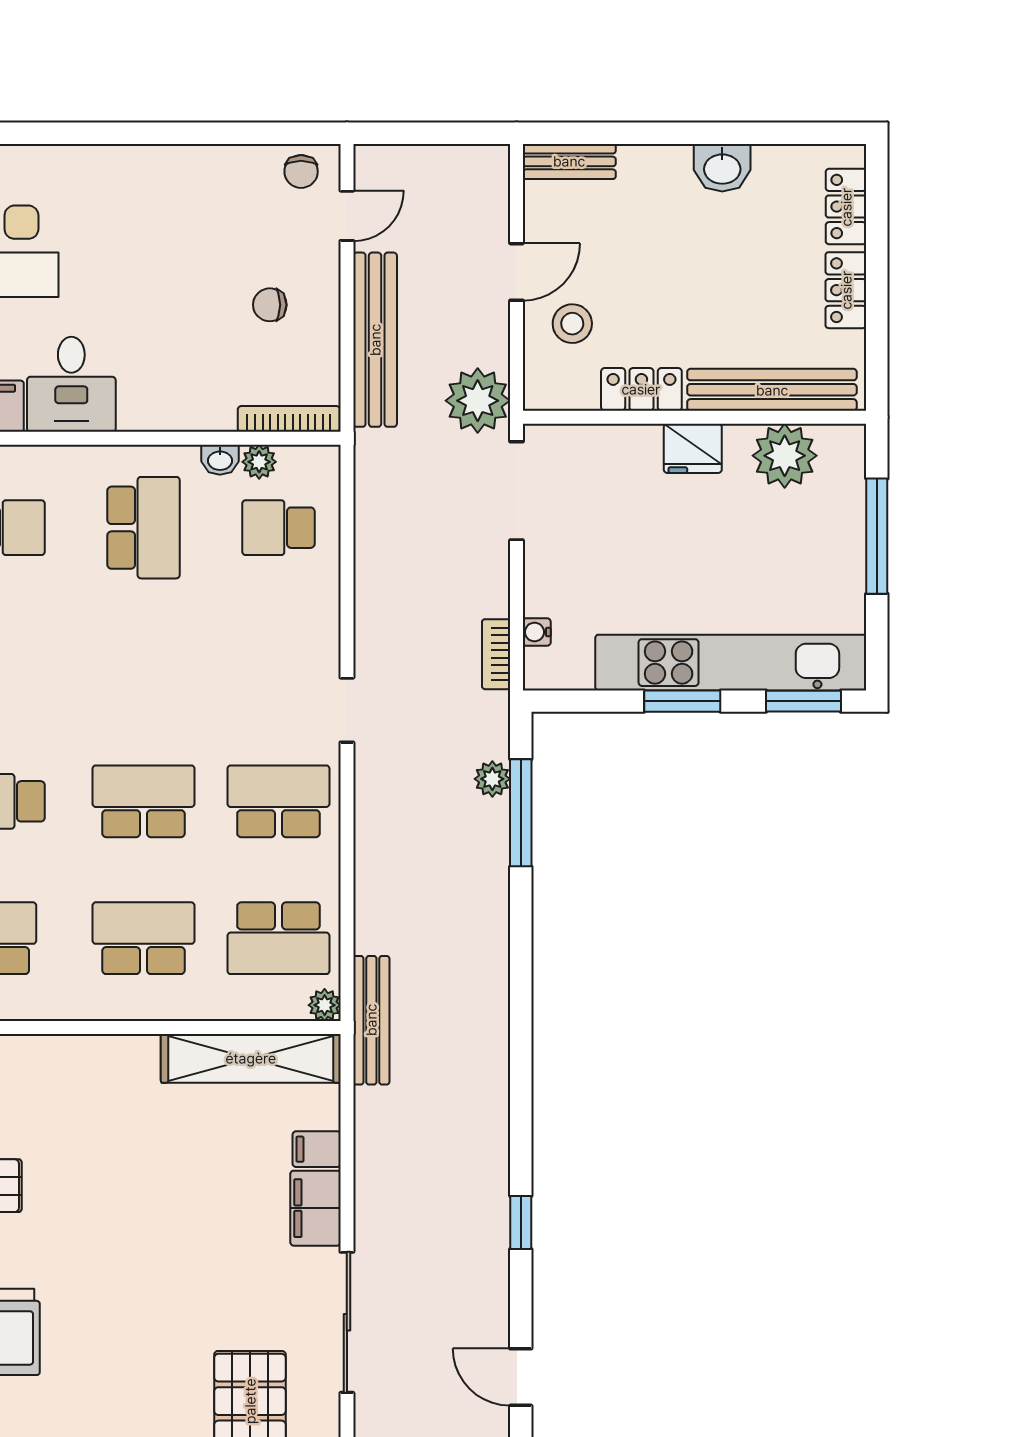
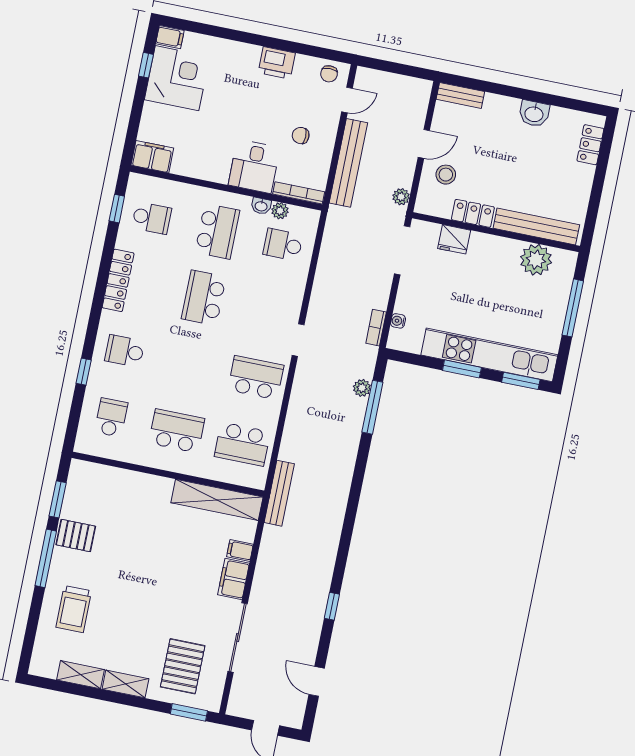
printer: (193, 171) -> (277, 63), added
locker: (846, 290) -> (582, 185), removed
desk: (71, 384) -> (254, 166), moved
plant: (478, 401) -> (401, 197), width x0.53, depth x0.53
fridge: (693, 448) -> (454, 239), moved
school desk: (144, 801) -> (204, 298), moved, turned -90
plant: (325, 1005) -> (258, 481), removed

